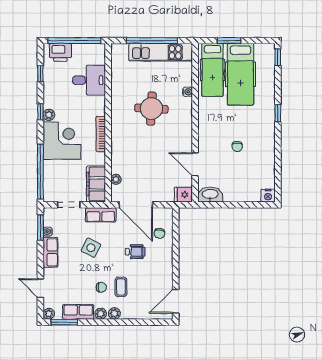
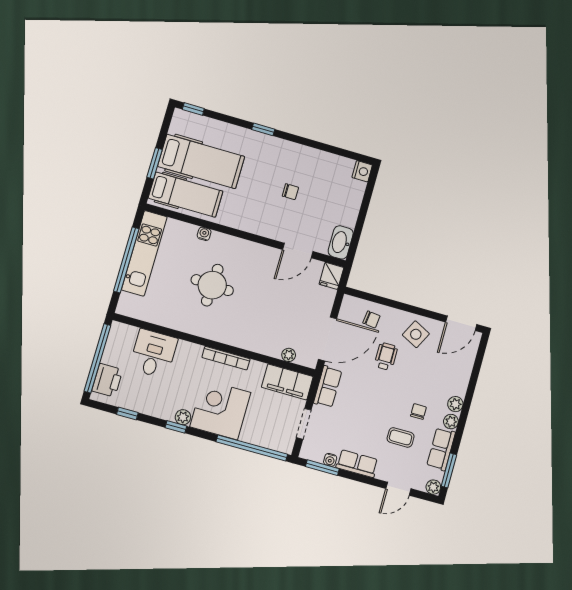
side table: (91, 248) -> (416, 334), moved
coffee table: (121, 287) -> (401, 437), moved
door: (176, 301) -> (461, 323), hinge flipped

